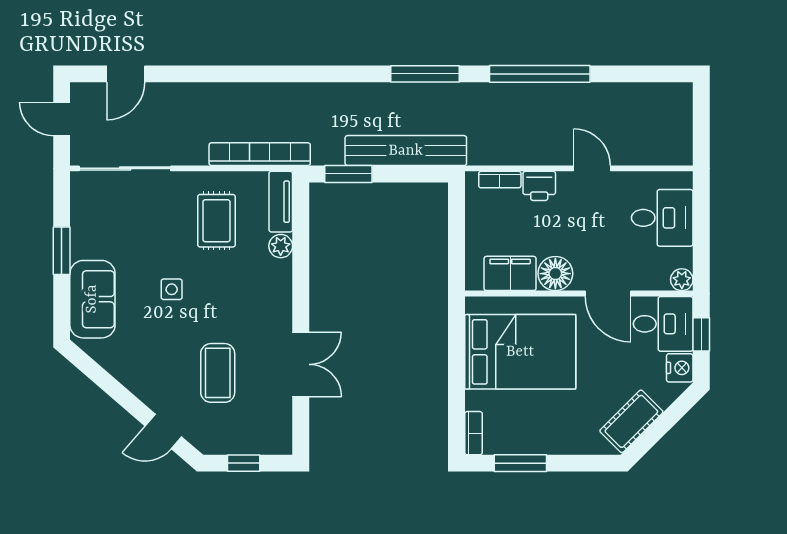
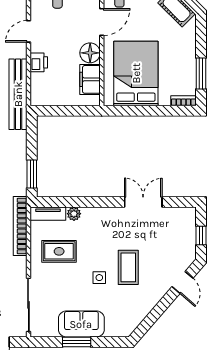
bench: (406, 151) -> (18, 94), moved
bookcase: (500, 180) -> (35, 85), removed
sofa: (92, 299) -> (81, 324), moved
coffee table: (218, 373) -> (128, 267), moved, turned 90

